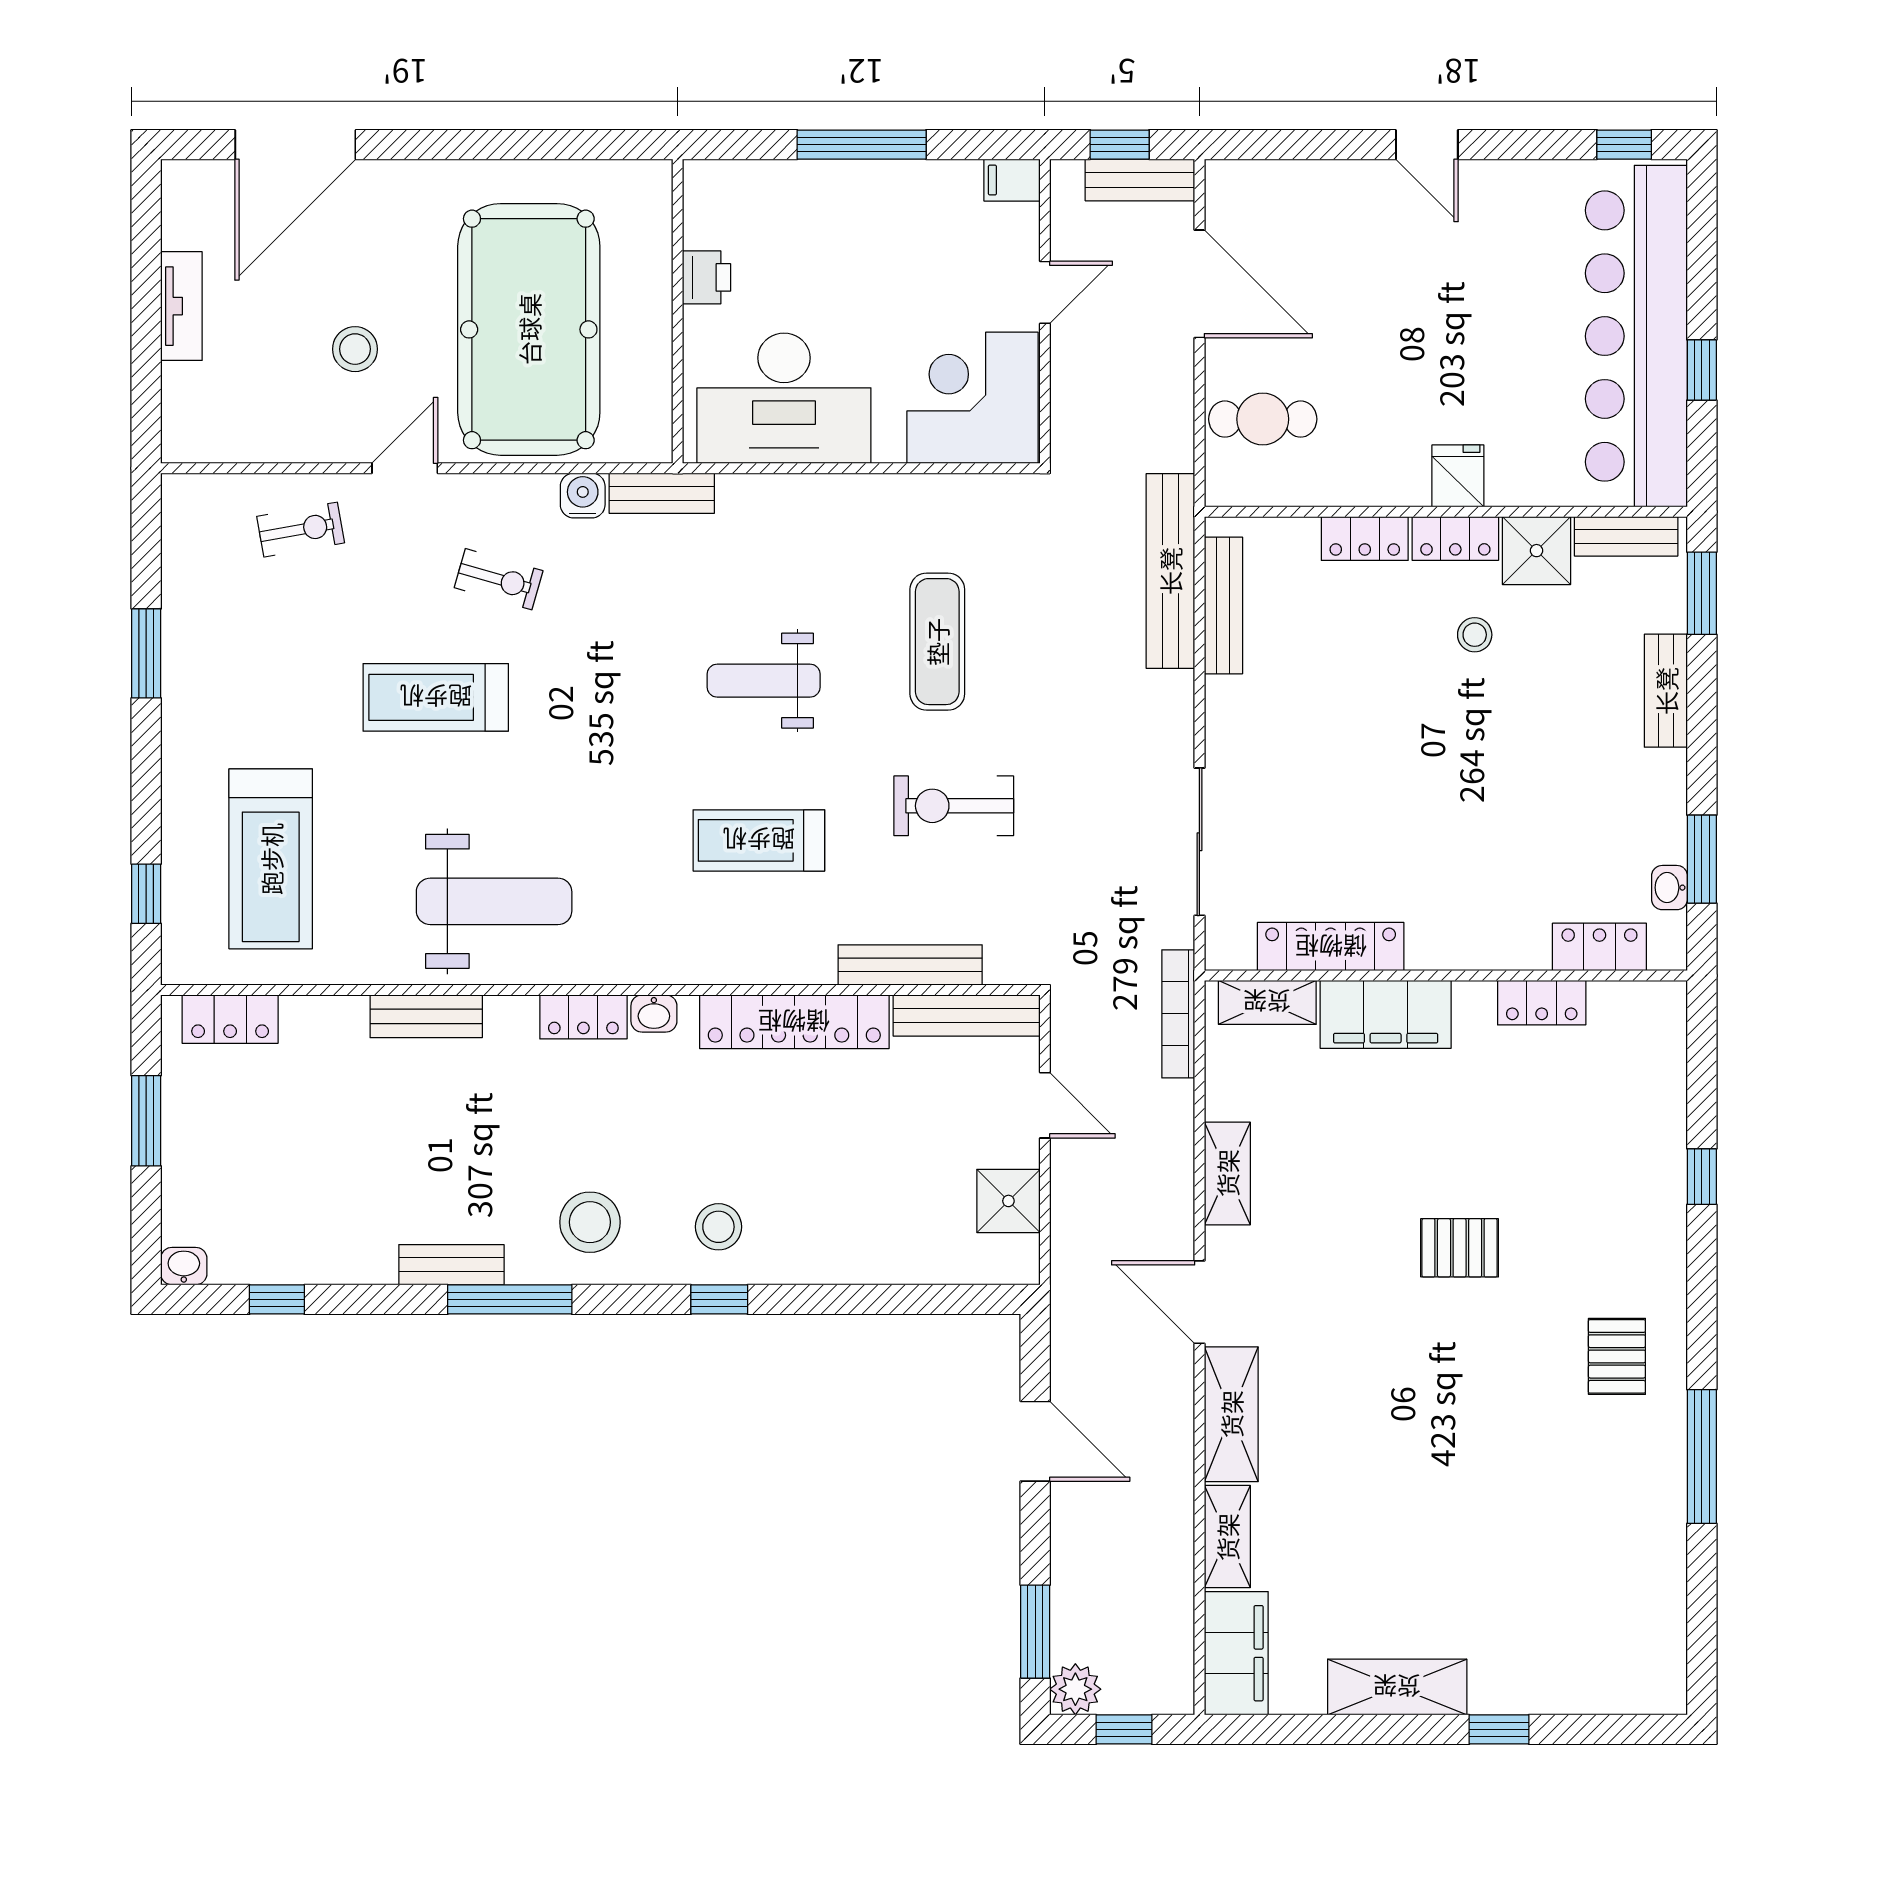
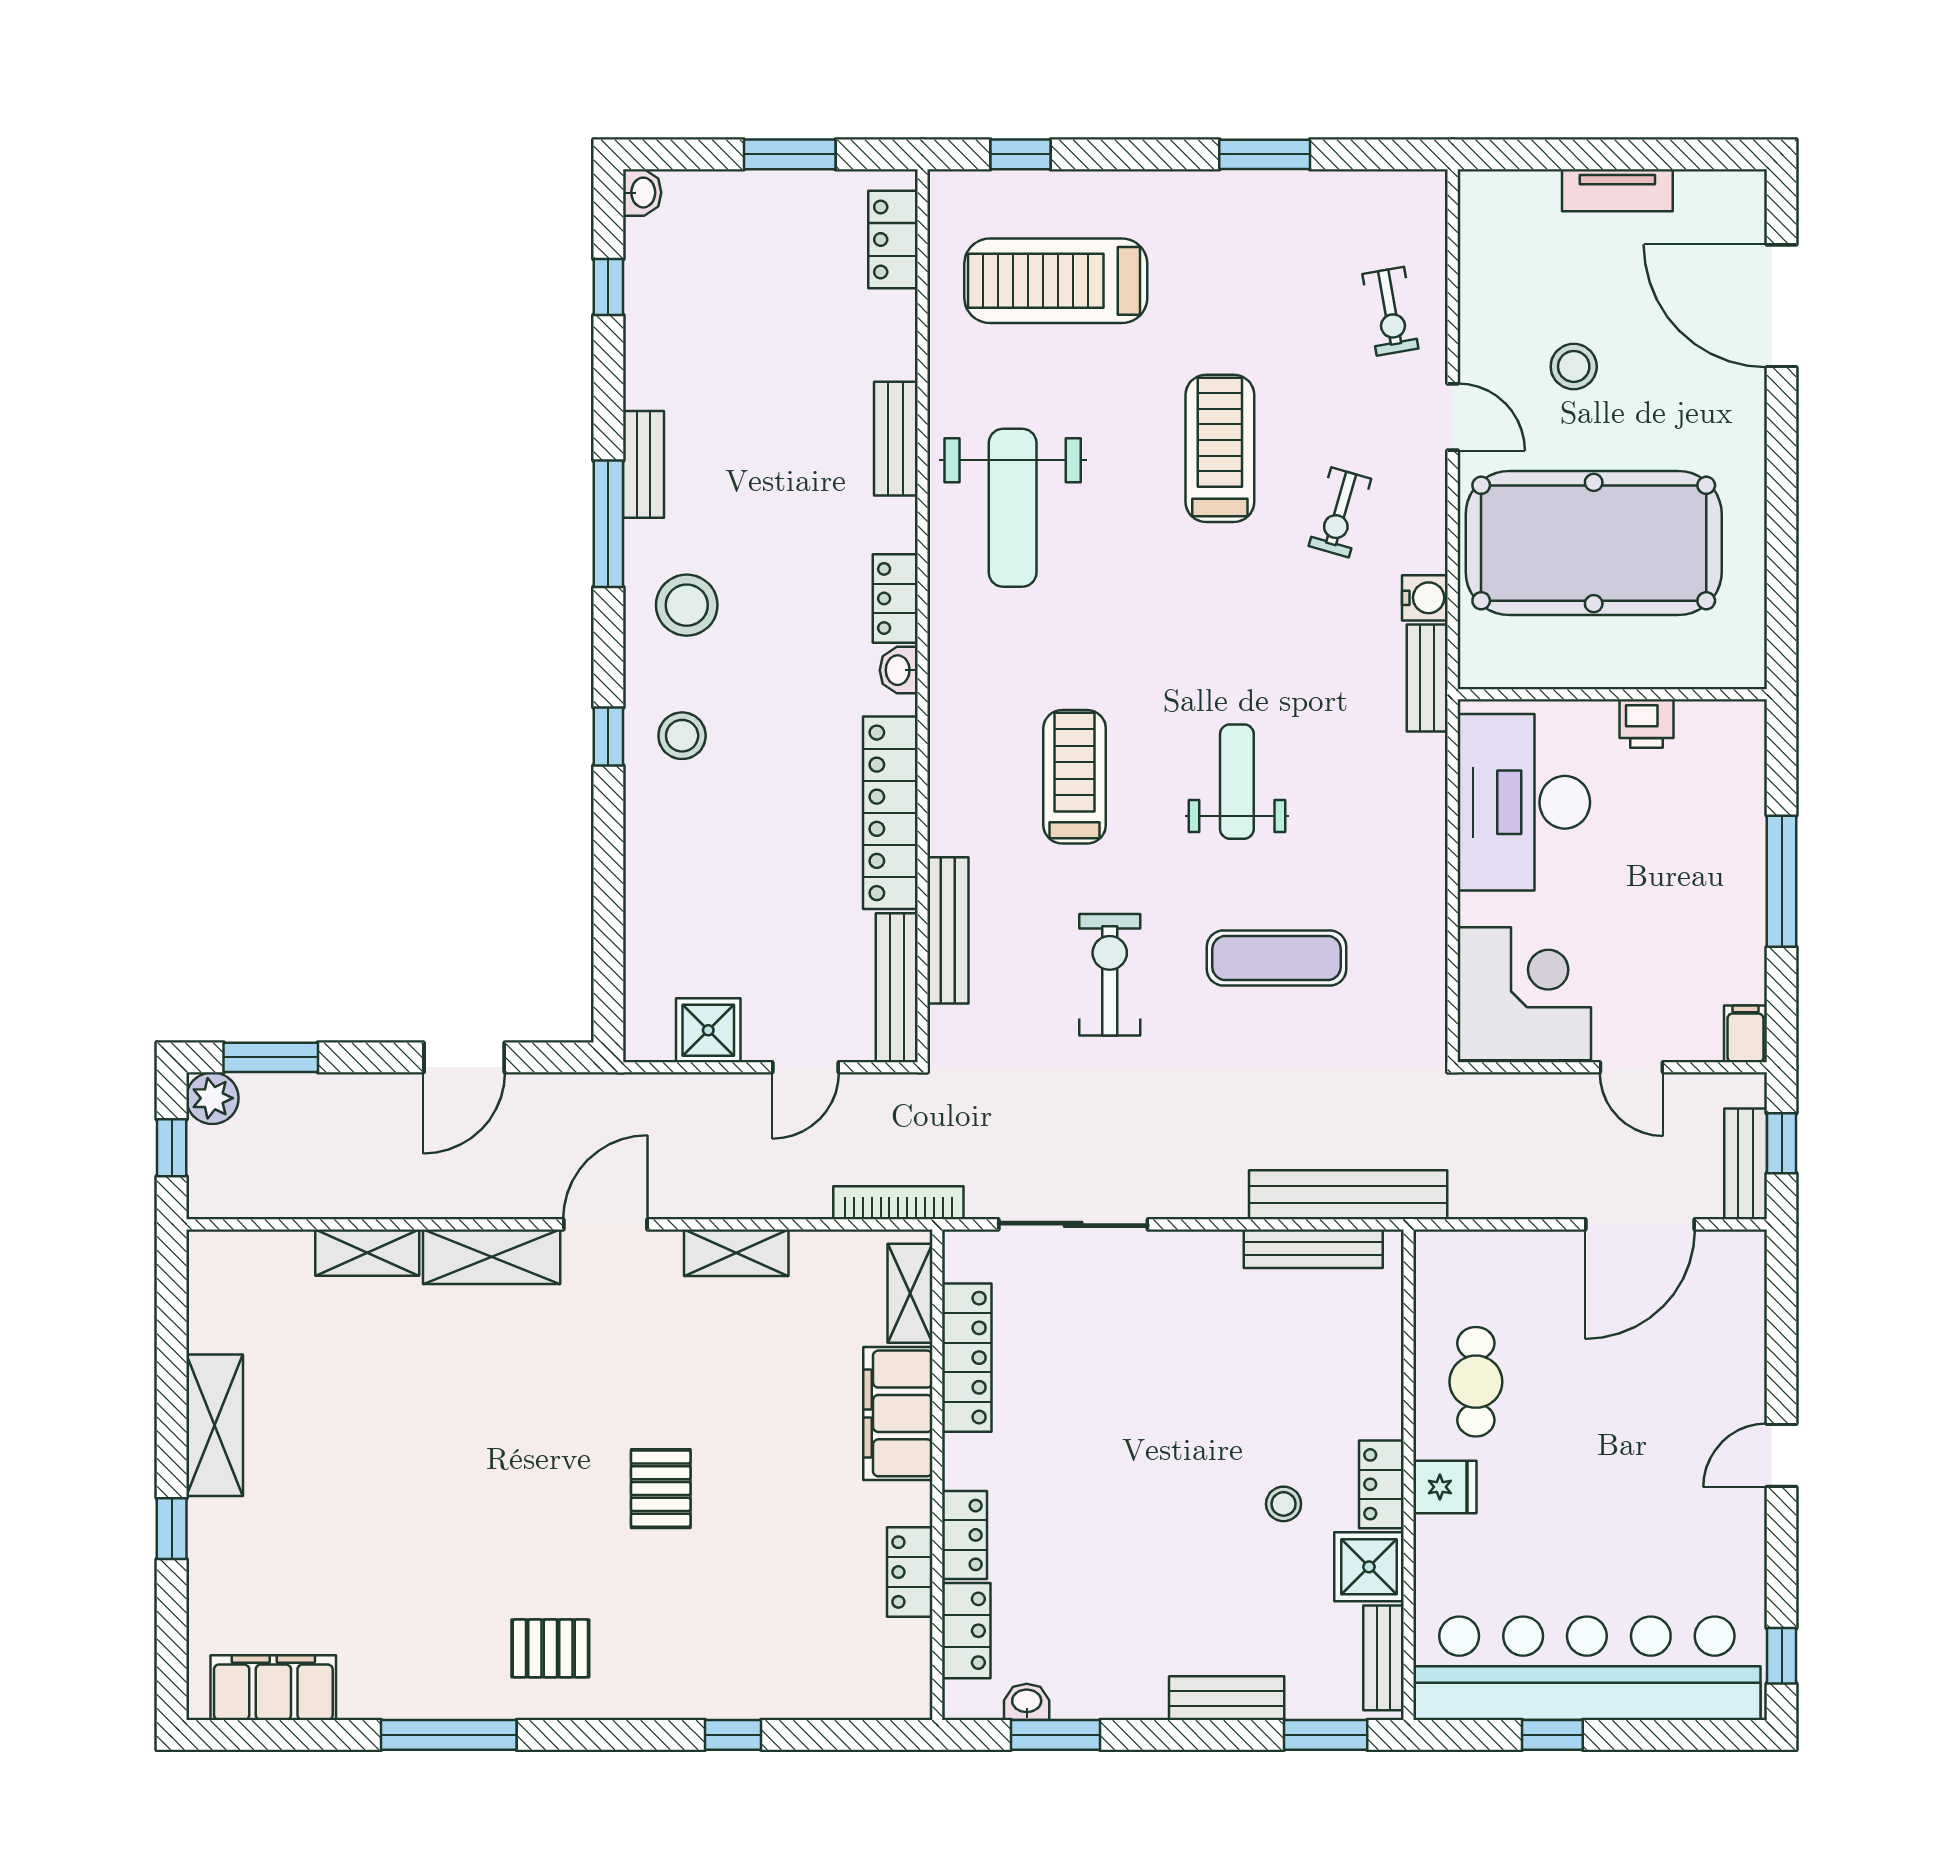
cafe table: (1263, 419) -> (1476, 1382), moved
locker: (1365, 538) -> (964, 1535), moved, turned 180
filing cabinet: (1236, 1653) -> (273, 1688), moved, turned 180

